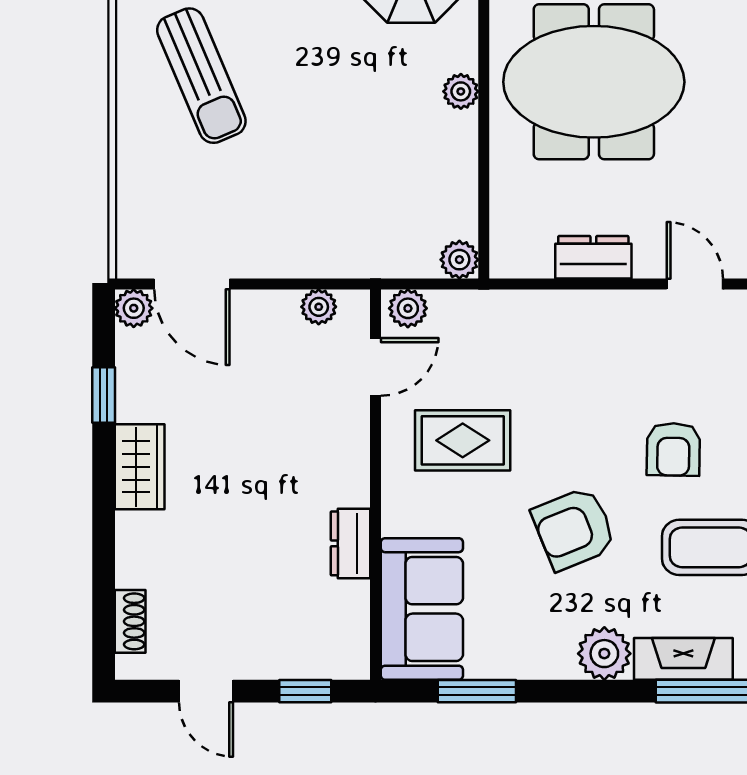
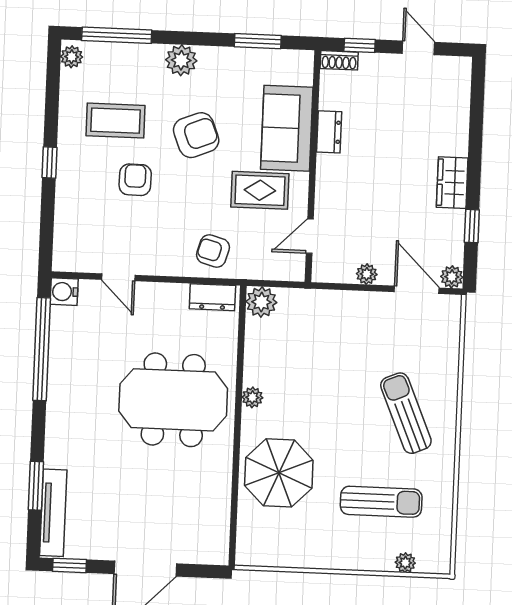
dresser: (593, 257) -> (212, 297), moved
plant: (459, 260) -> (261, 302), width x1.38, depth x1.38
plant: (319, 307) -> (367, 274), moved
plant: (408, 308) -> (289, 270), removed
armchair: (537, 335) -> (213, 251), added
sofa: (422, 609) -> (287, 128), moved
shoe rack: (130, 621) -> (339, 60), moved, turned -90
fireplace: (683, 659) -> (134, 55), removed

